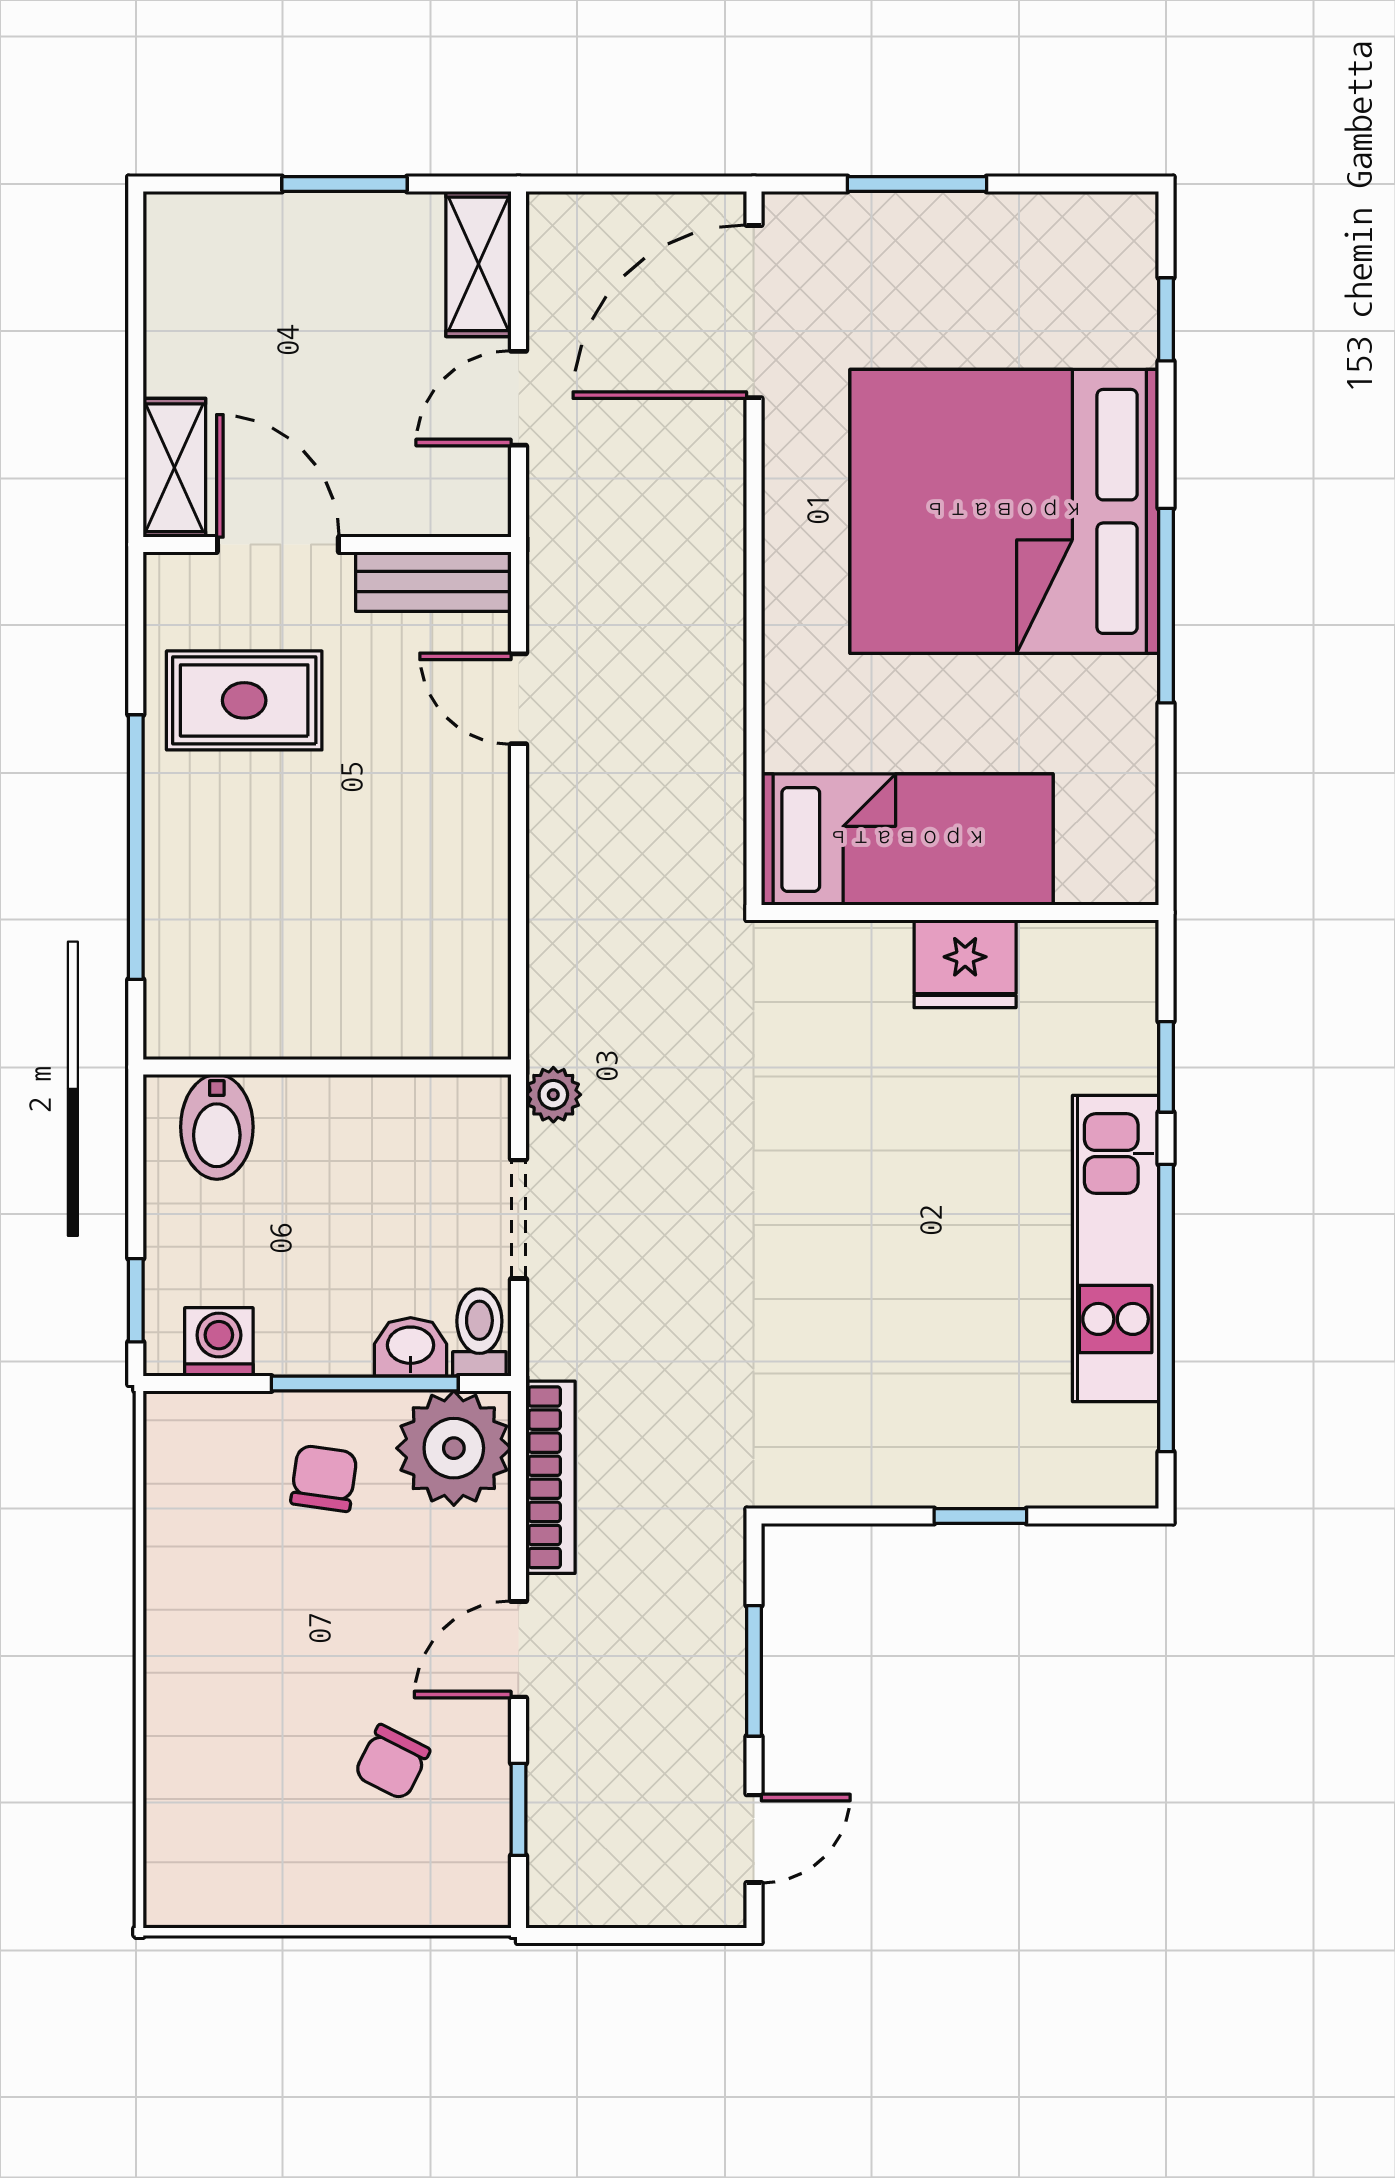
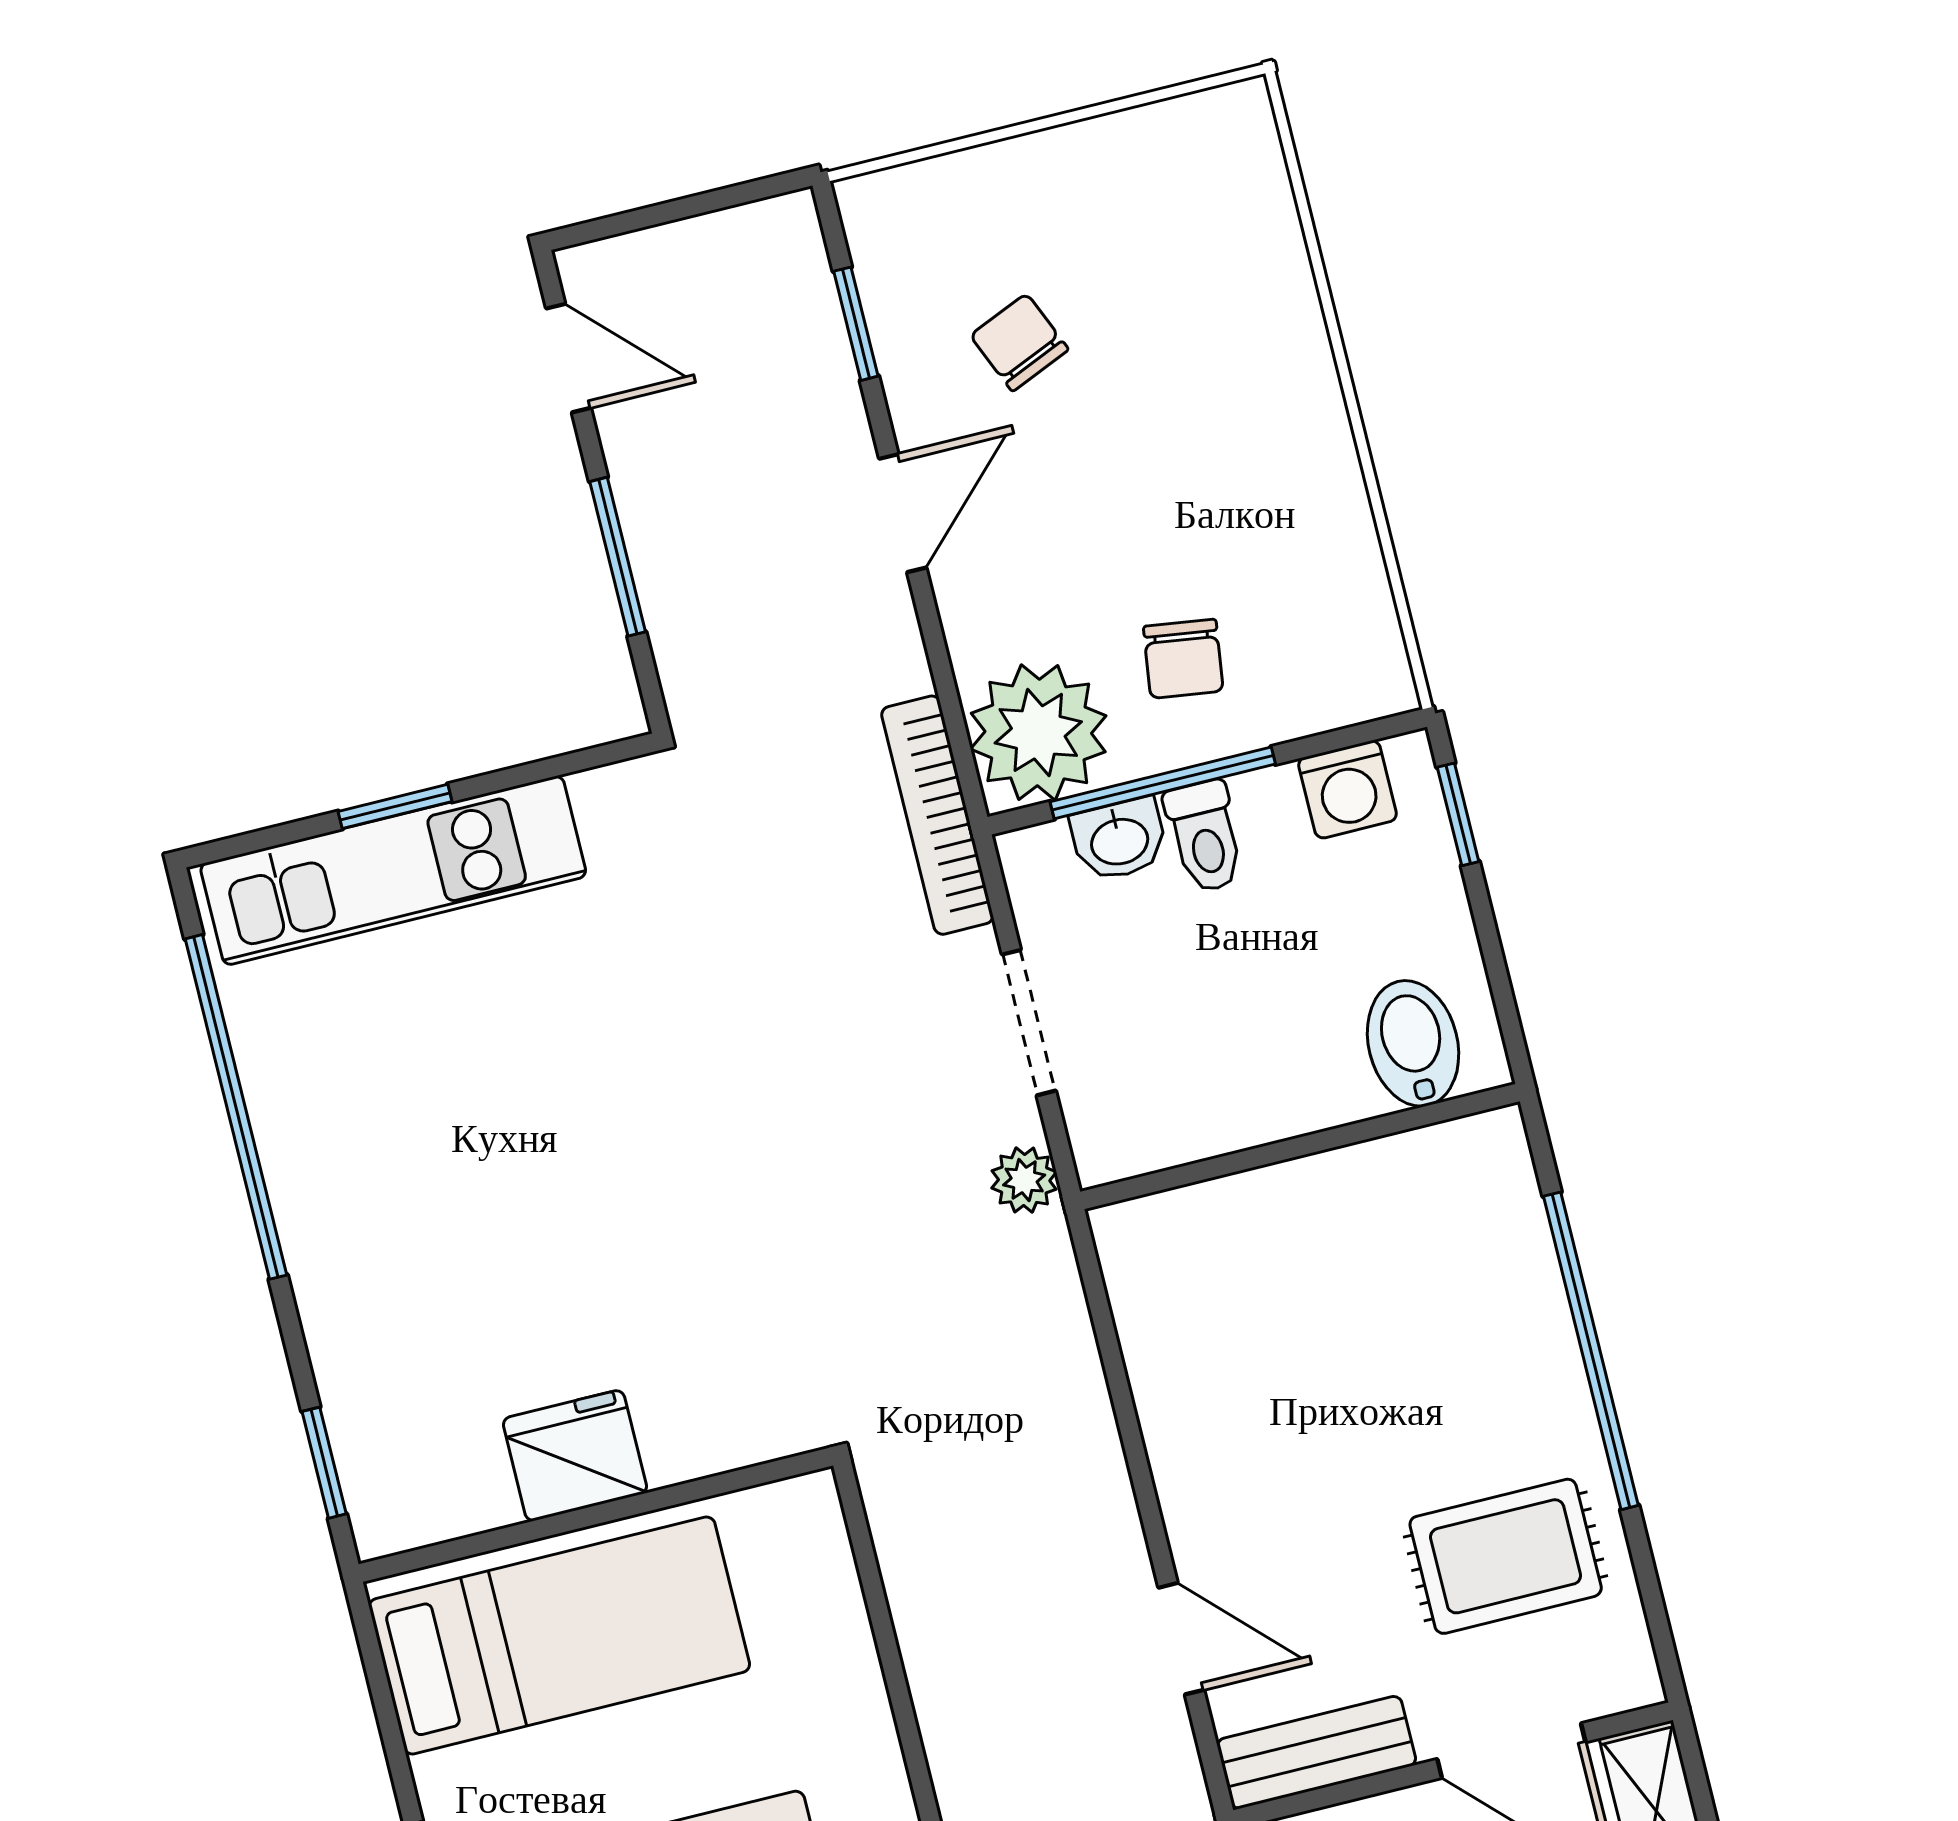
bed: (907, 839) -> (559, 1635), moved, turned 180
window: (1166, 1067) -> (324, 1463), moved
kitchen unit: (1116, 1249) -> (393, 870), moved, turned 90
toilet: (479, 1332) -> (1205, 837), moved
bookcase: (550, 1477) -> (937, 815), moved
chair: (392, 1762) -> (1019, 342), turned -50
door: (754, 1839) -> (569, 358), swing flipped

